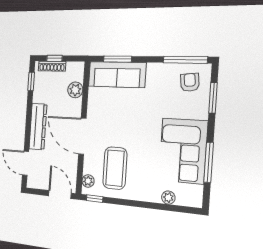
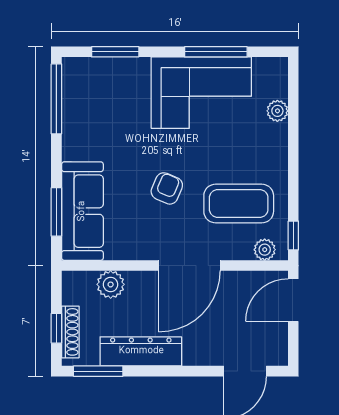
window: (31, 81) -> (98, 371), width x1.50
armchair: (190, 82) -> (167, 188), moved, turned 119
dresser: (38, 127) -> (141, 351), moved

